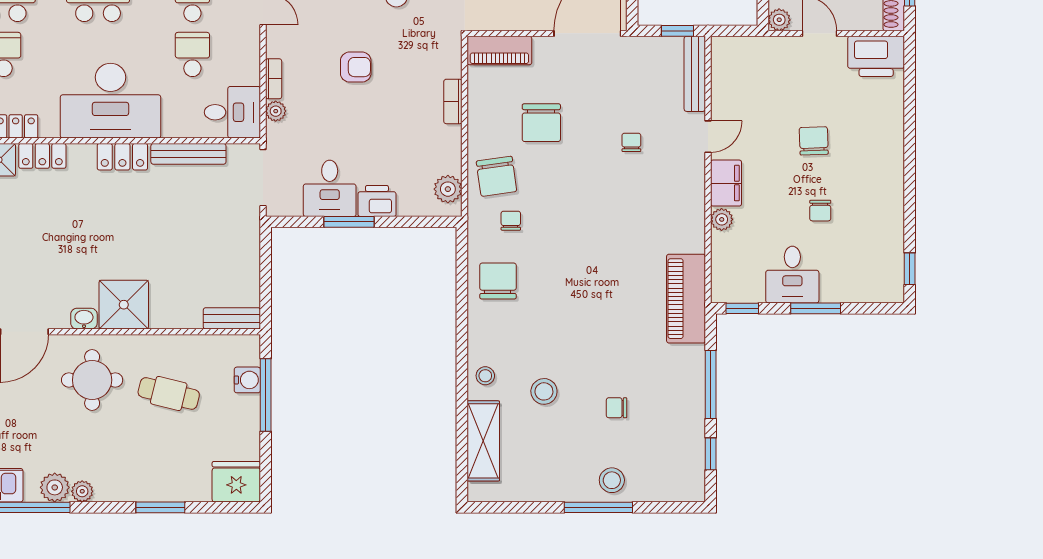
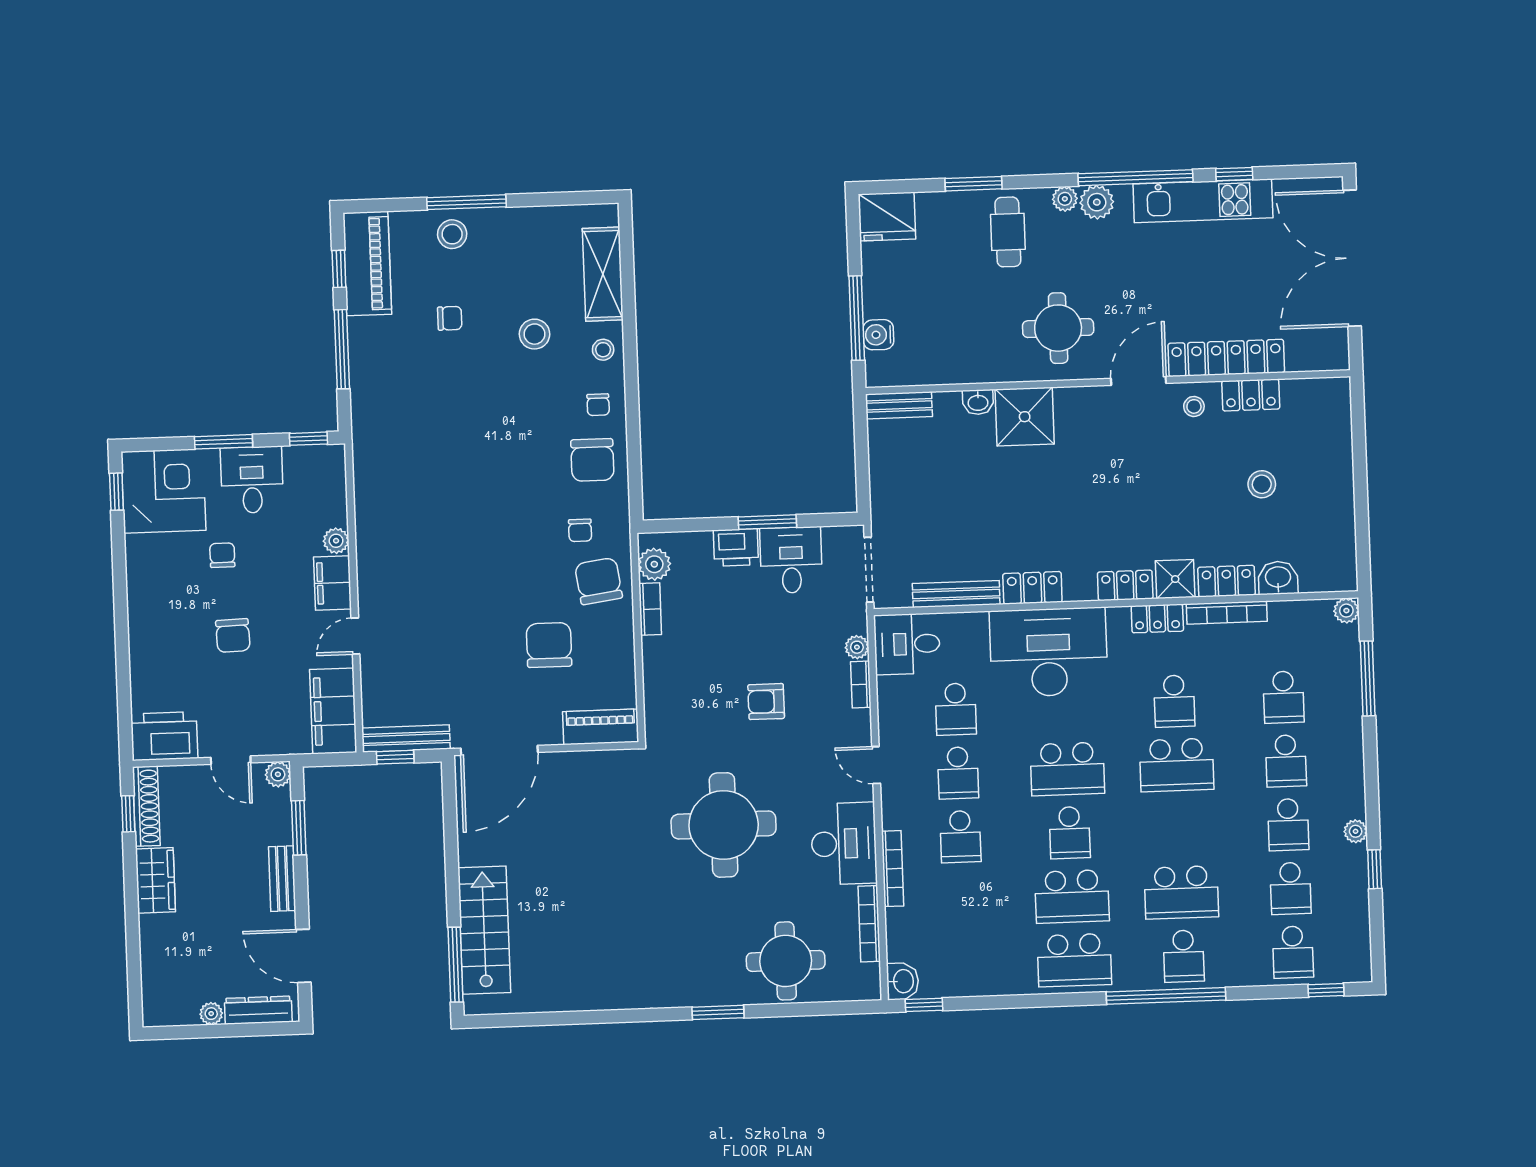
filing cabinet: (730, 73) -> (333, 711), added
bench: (695, 74) -> (406, 738), moved, turned 90
bookcase: (453, 101) -> (650, 609), moved
chair: (631, 142) -> (598, 405), moved
corner desk: (869, 268) -> (163, 491), added
piano: (686, 299) -> (367, 264), moved
washbasin: (84, 319) -> (978, 402), moved
cafe table: (169, 393) -> (1008, 232), moved, turned 76

